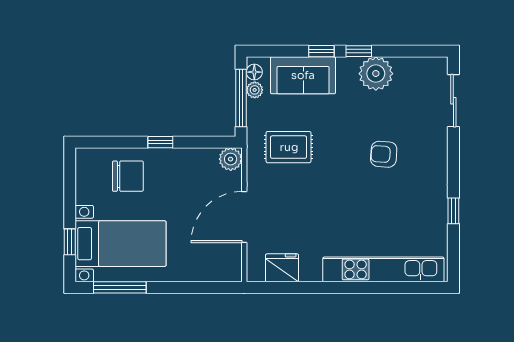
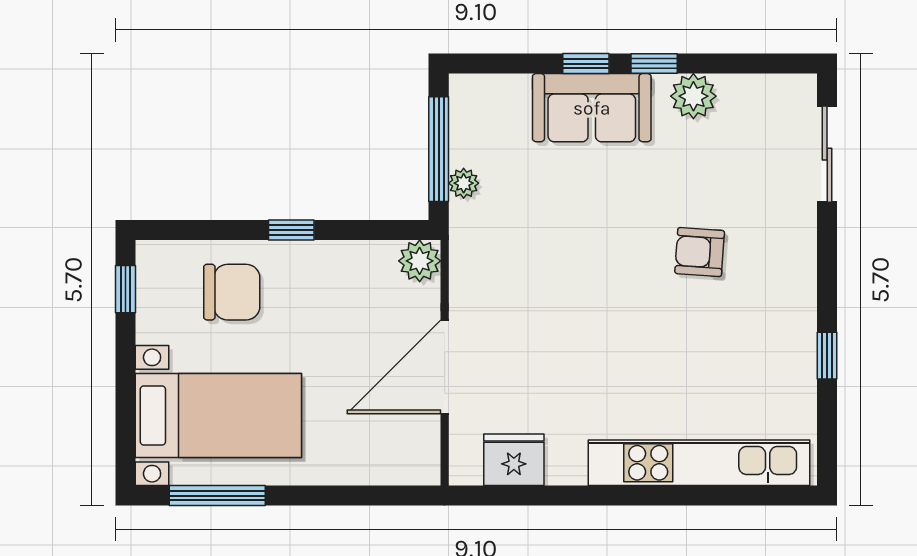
floor lamp: (254, 72) -> (463, 102), removed
plant: (376, 74) -> (693, 96), width x0.73, depth x0.73
sofa: (303, 75) -> (592, 108), moved
plant: (255, 90) -> (464, 183), moved
rug: (289, 147) -> (526, 239), removed
window: (70, 242) -> (126, 289), moved

